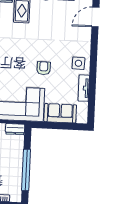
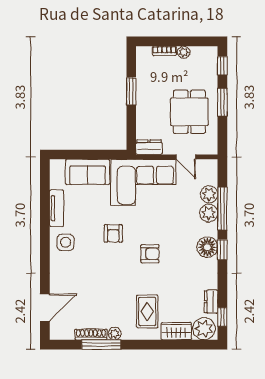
armchair: (18, 52) -> (150, 254), added
window: (26, 170) -> (131, 91), width x0.47

